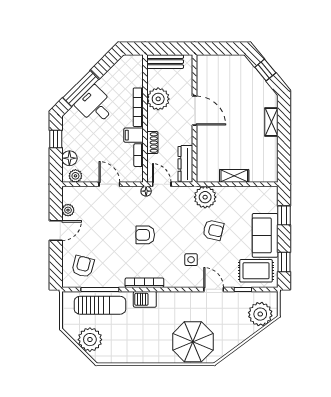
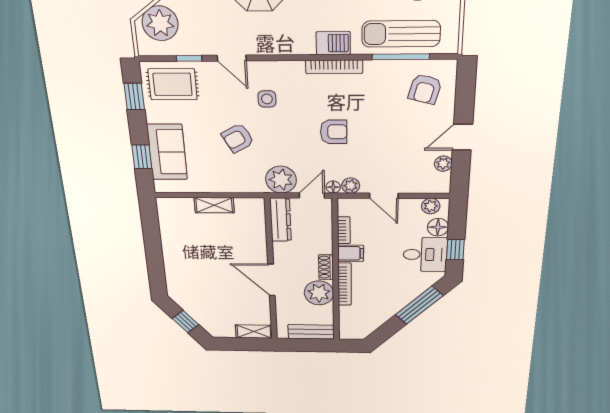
desk: (95, 106) -> (425, 255), moved, turned -45
shelving: (271, 122) -> (254, 332), moved, turned 90
shoe rack: (152, 143) -> (326, 267), moved
door: (162, 184) -> (312, 195), swing flipped
plant: (133, 192) -> (351, 186), added
plant: (205, 197) -> (281, 180), moved
armchair: (213, 230) -> (238, 138), turned -42
sofa: (265, 235) -> (167, 152), moved

